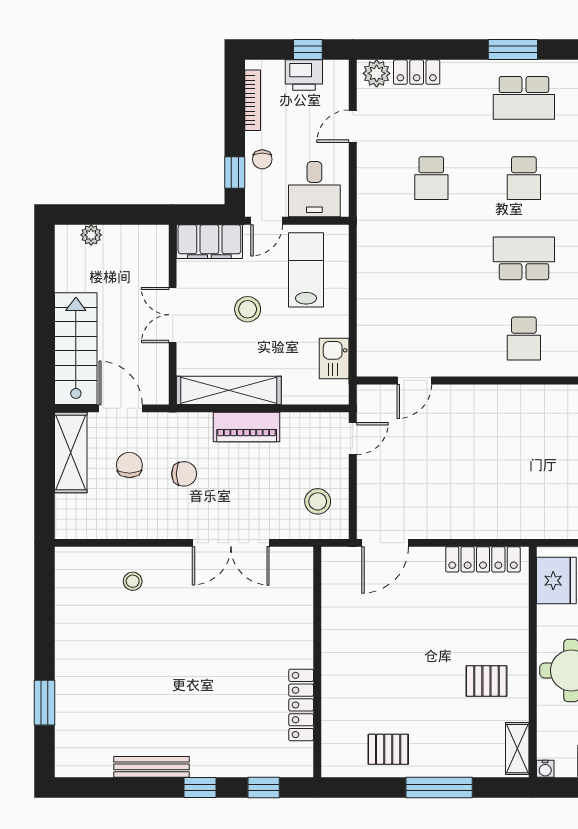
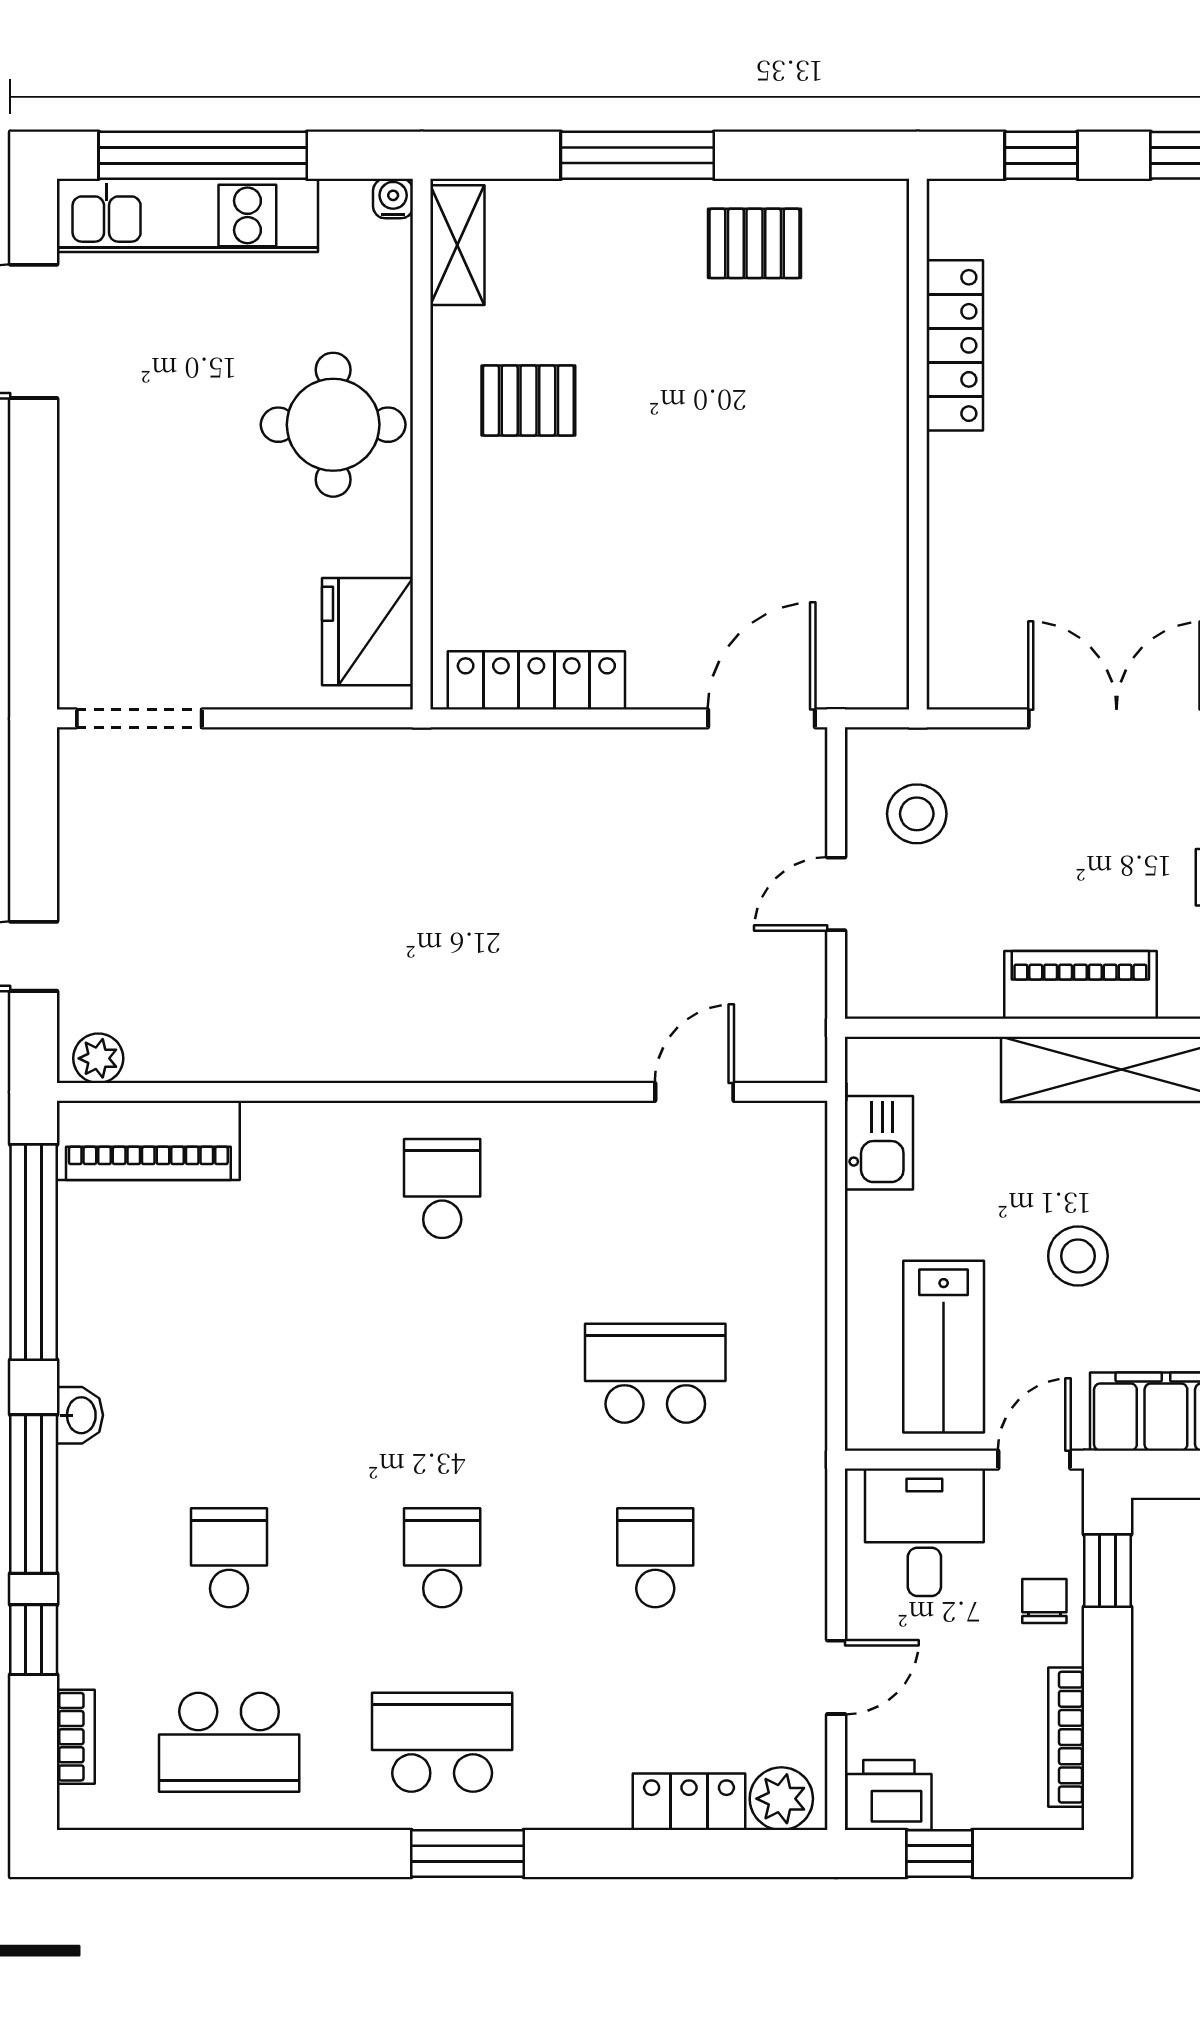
printer: (304, 75) -> (889, 1795), moved
school desk: (524, 258) -> (655, 1373), moved, turned 180
door: (353, 439) -> (836, 894), moved

